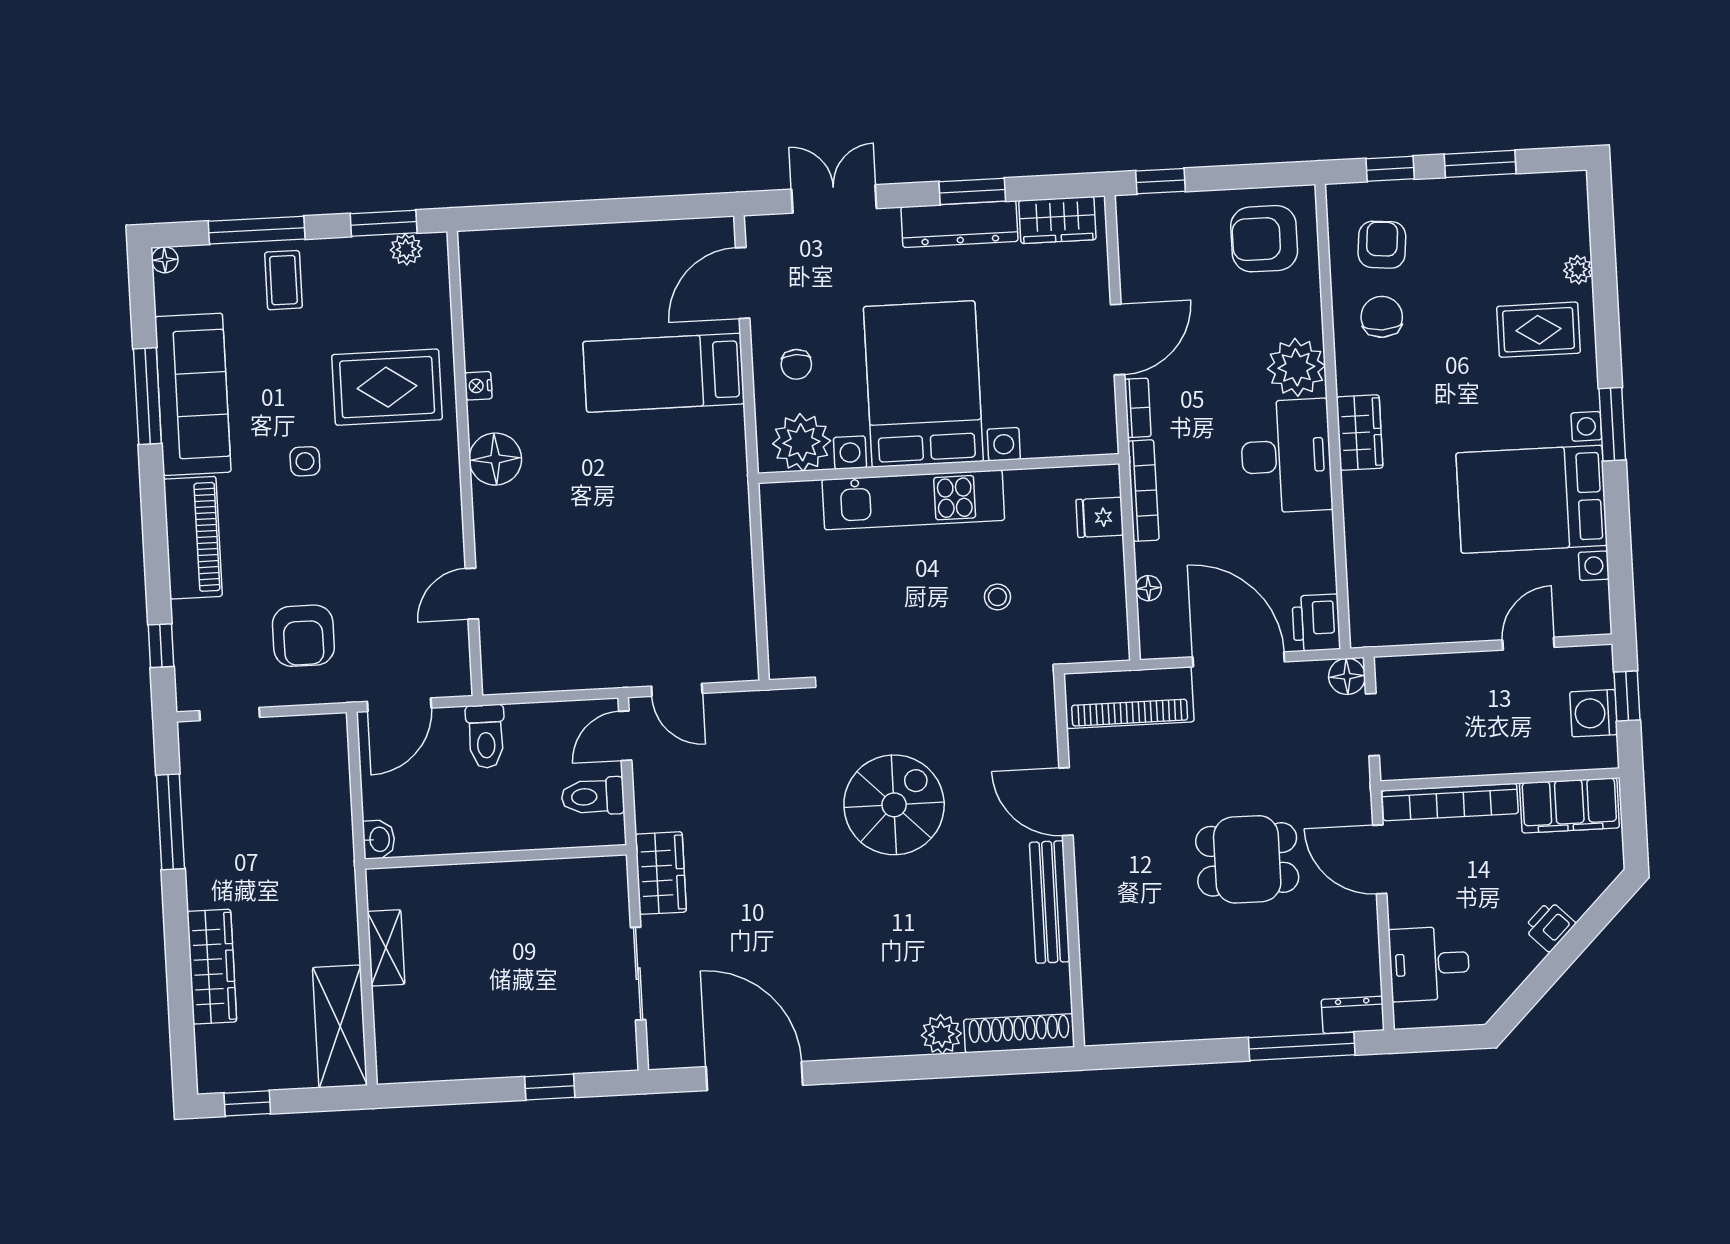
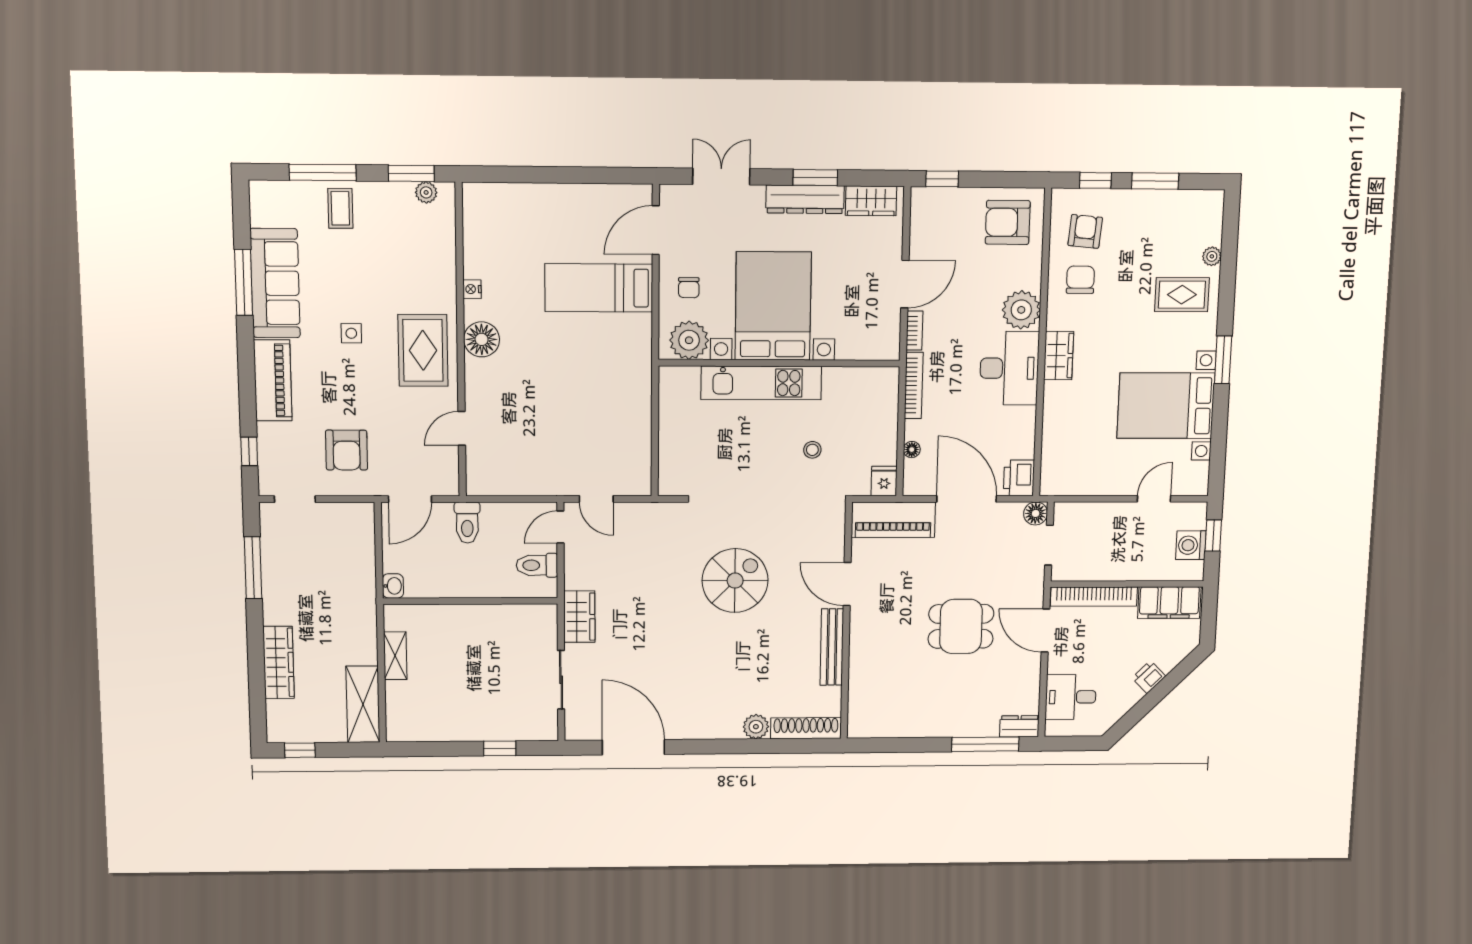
floor lamp: (165, 260) -> (258, 189), removed
rug: (387, 387) -> (423, 350), moved, turned 90
fridge: (1100, 517) -> (884, 481), moved, turned 90

